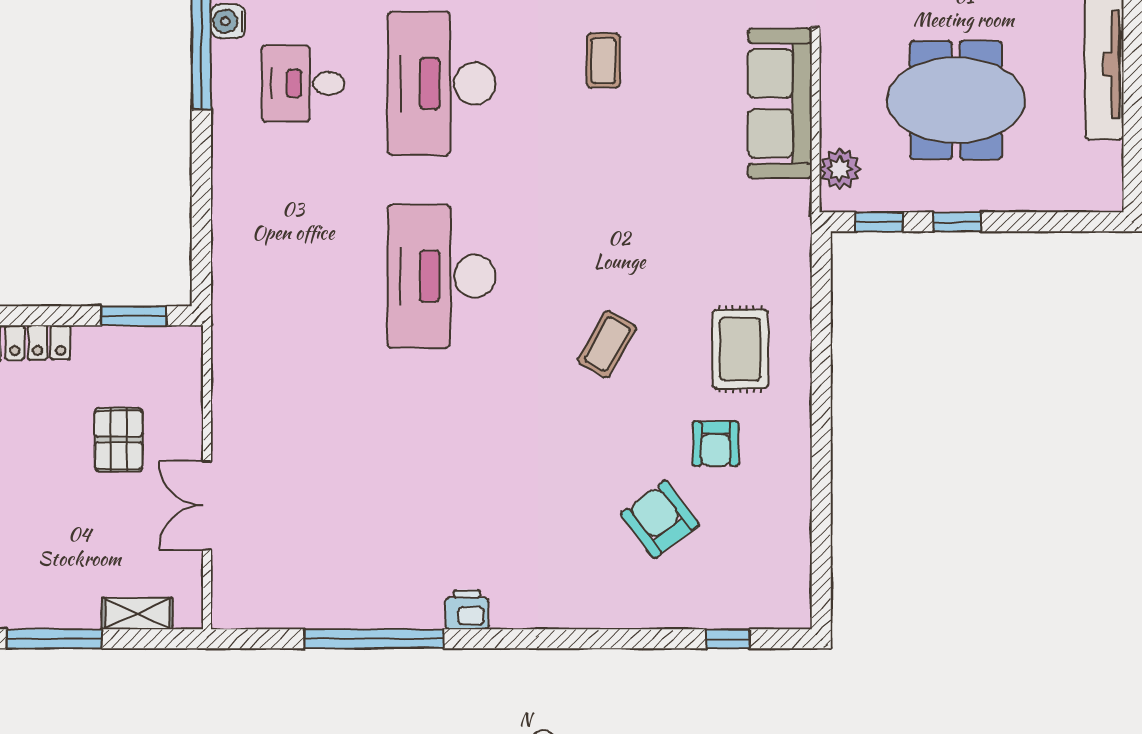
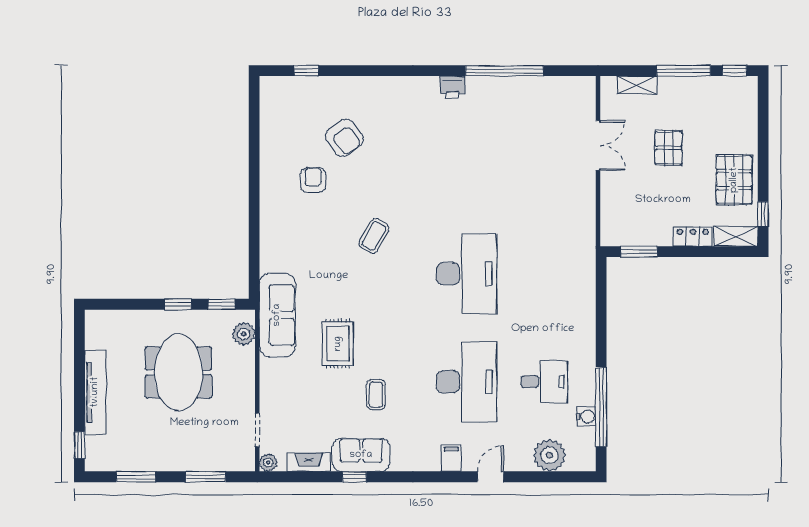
meeting table: (956, 100) -> (179, 372), turned 90
sofa: (780, 103) -> (277, 315), moved
rug: (740, 349) -> (338, 344), moved
pallet: (119, 440) -> (668, 148), moved

